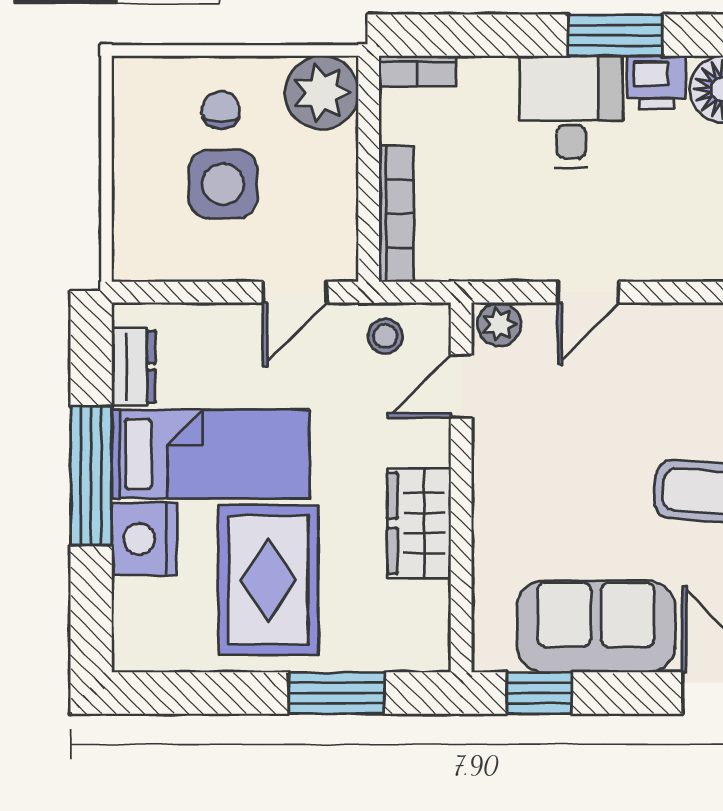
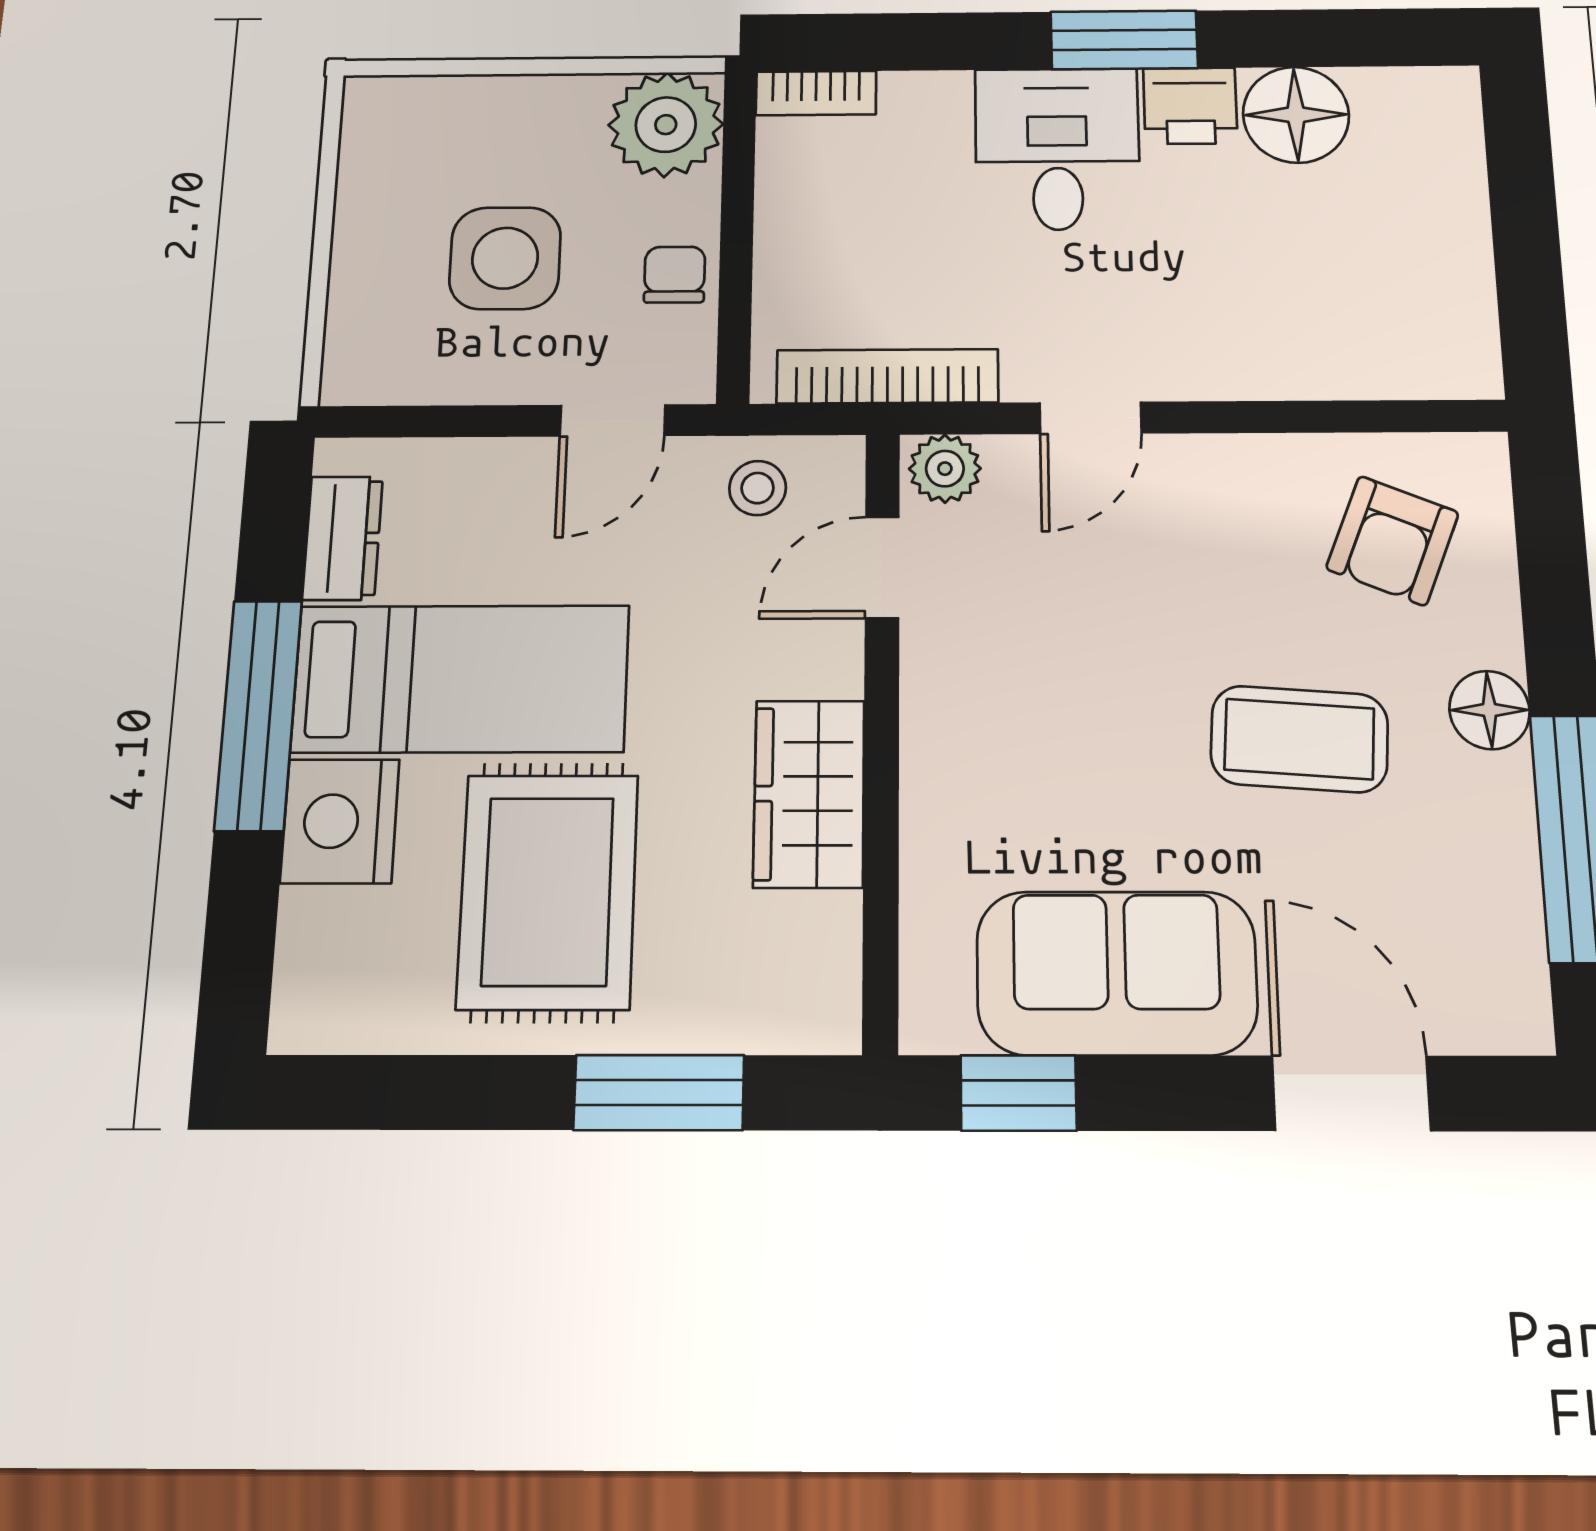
chair: (221, 110) -> (675, 275), moved
bookcase: (396, 214) -> (887, 376), moved, turned -90

